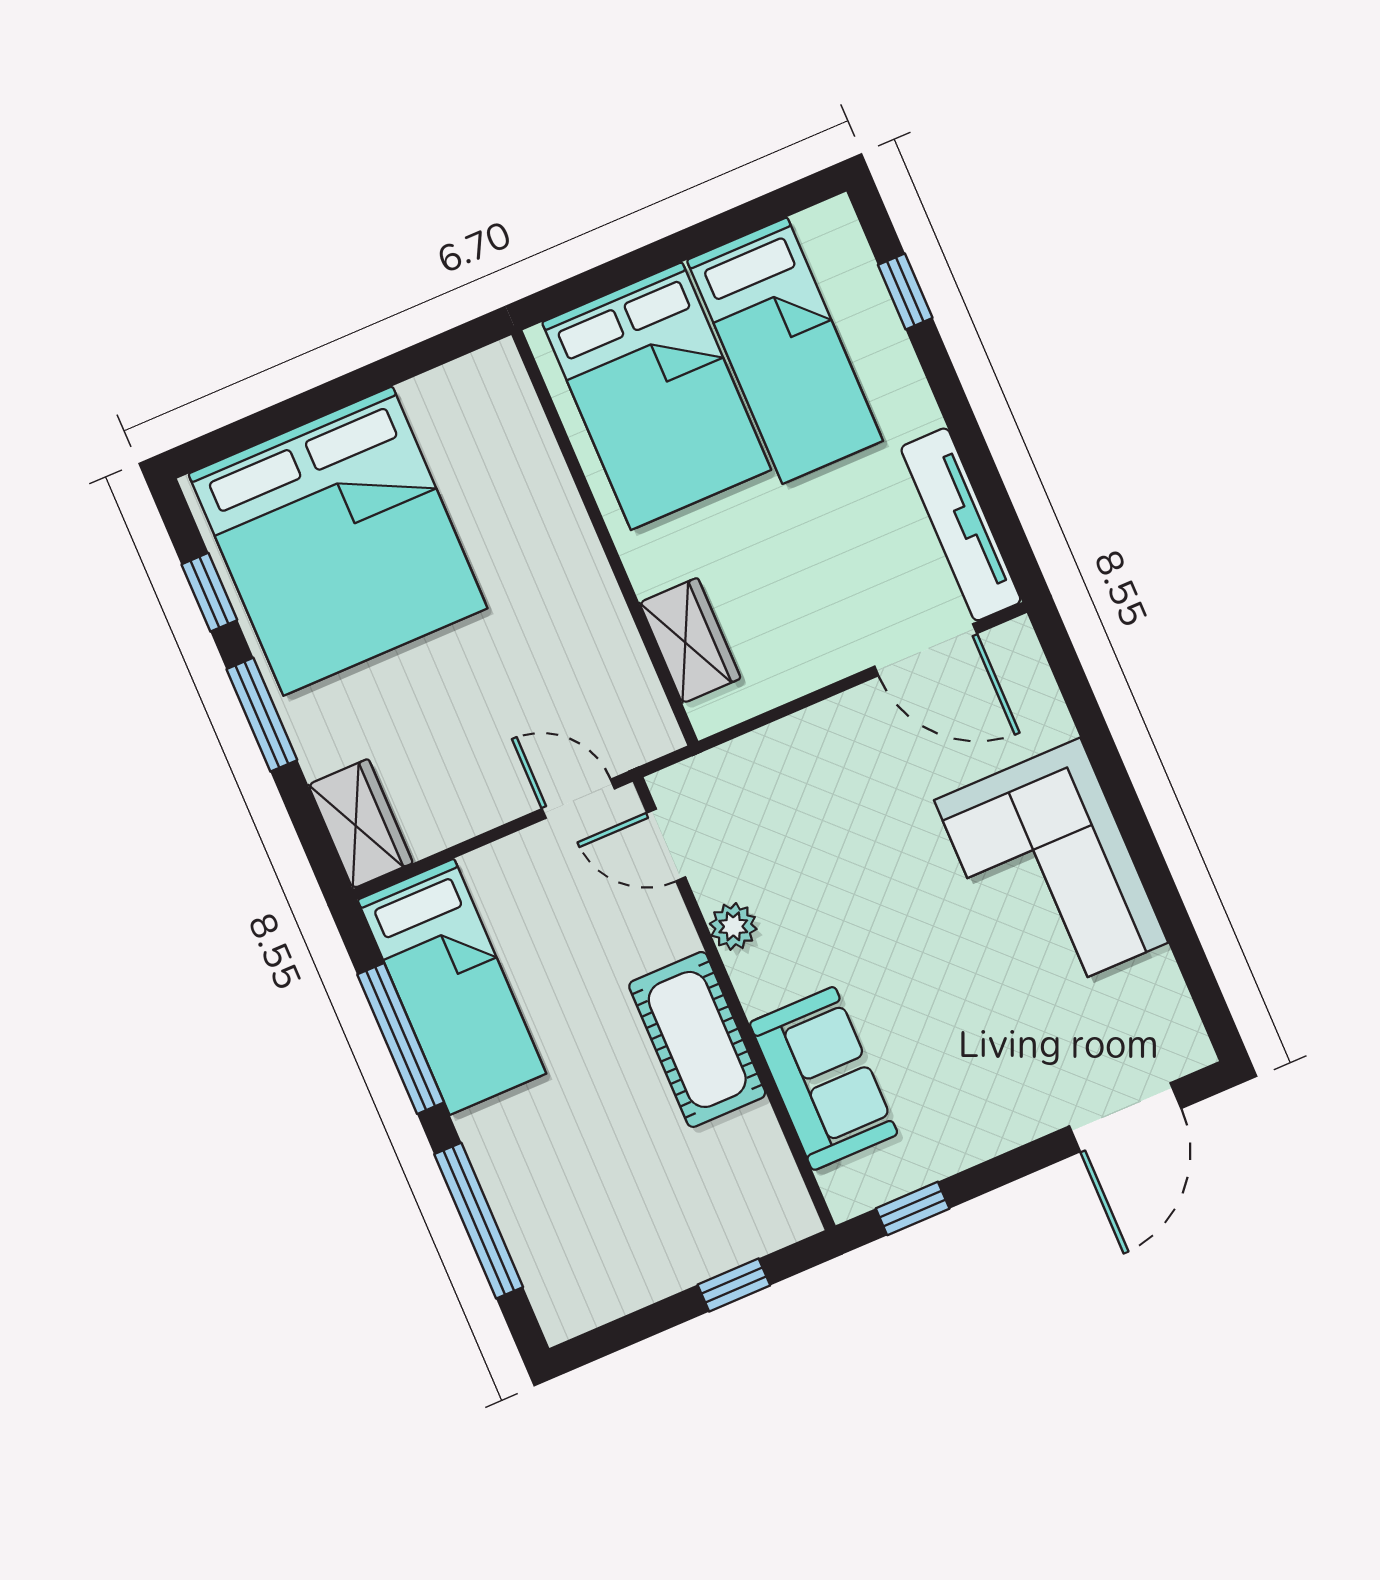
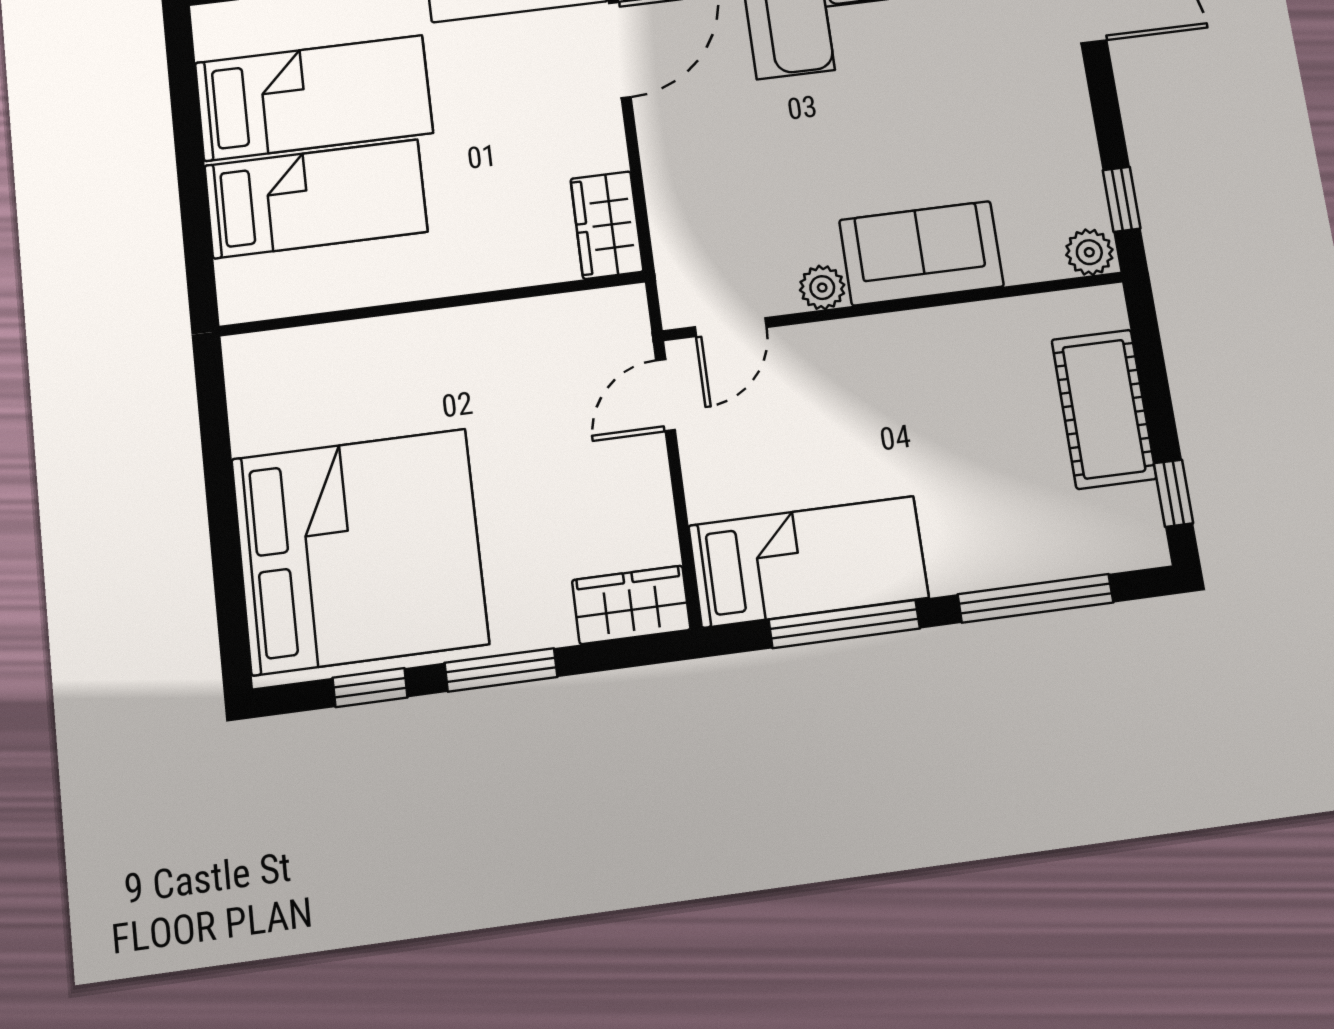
bed: (656, 396) -> (316, 199), width x0.67
wardrobe: (690, 641) -> (607, 225), moved, turned -90
cot: (697, 1039) -> (1104, 409), moved, turned 90
sofa: (824, 1078) -> (921, 253), moved
plant: (847, 1189) -> (1089, 252), added
window: (734, 1285) -> (1174, 493), moved

